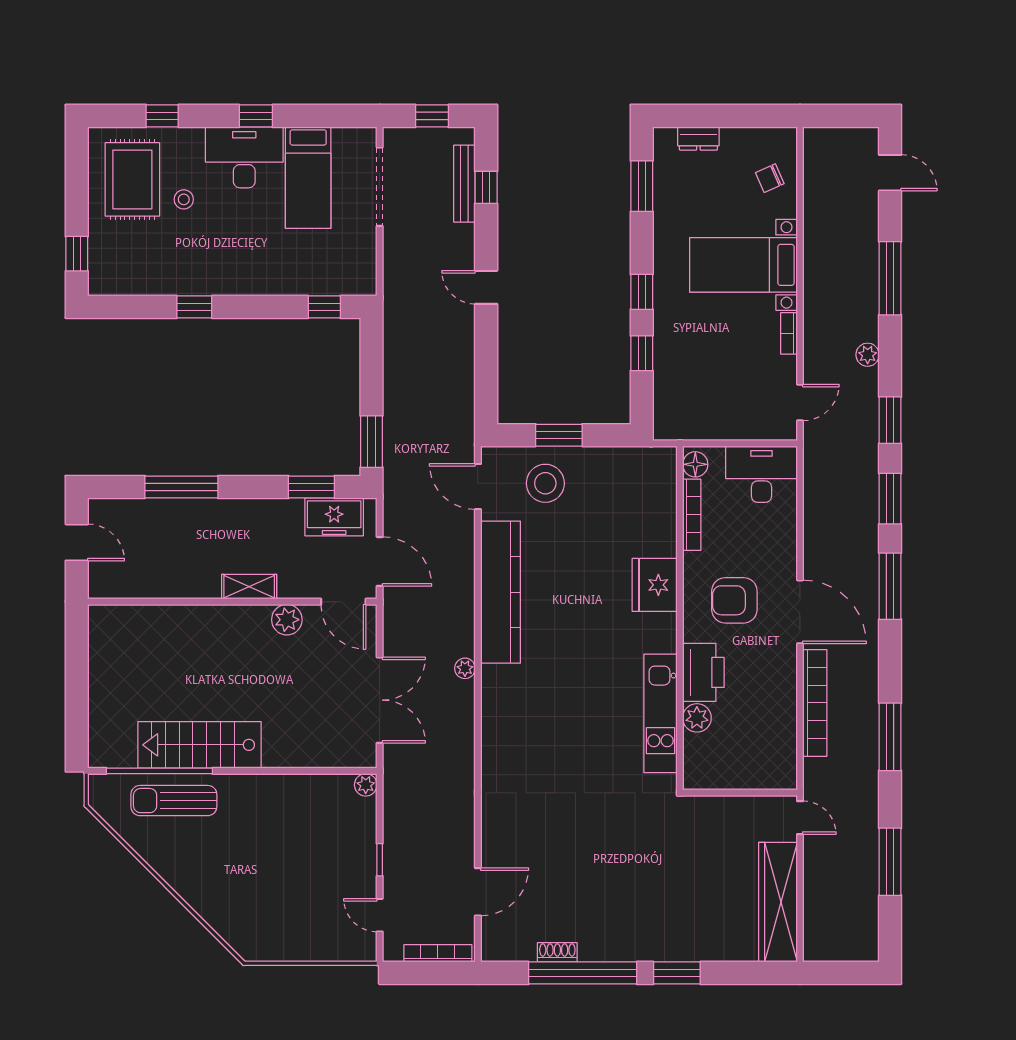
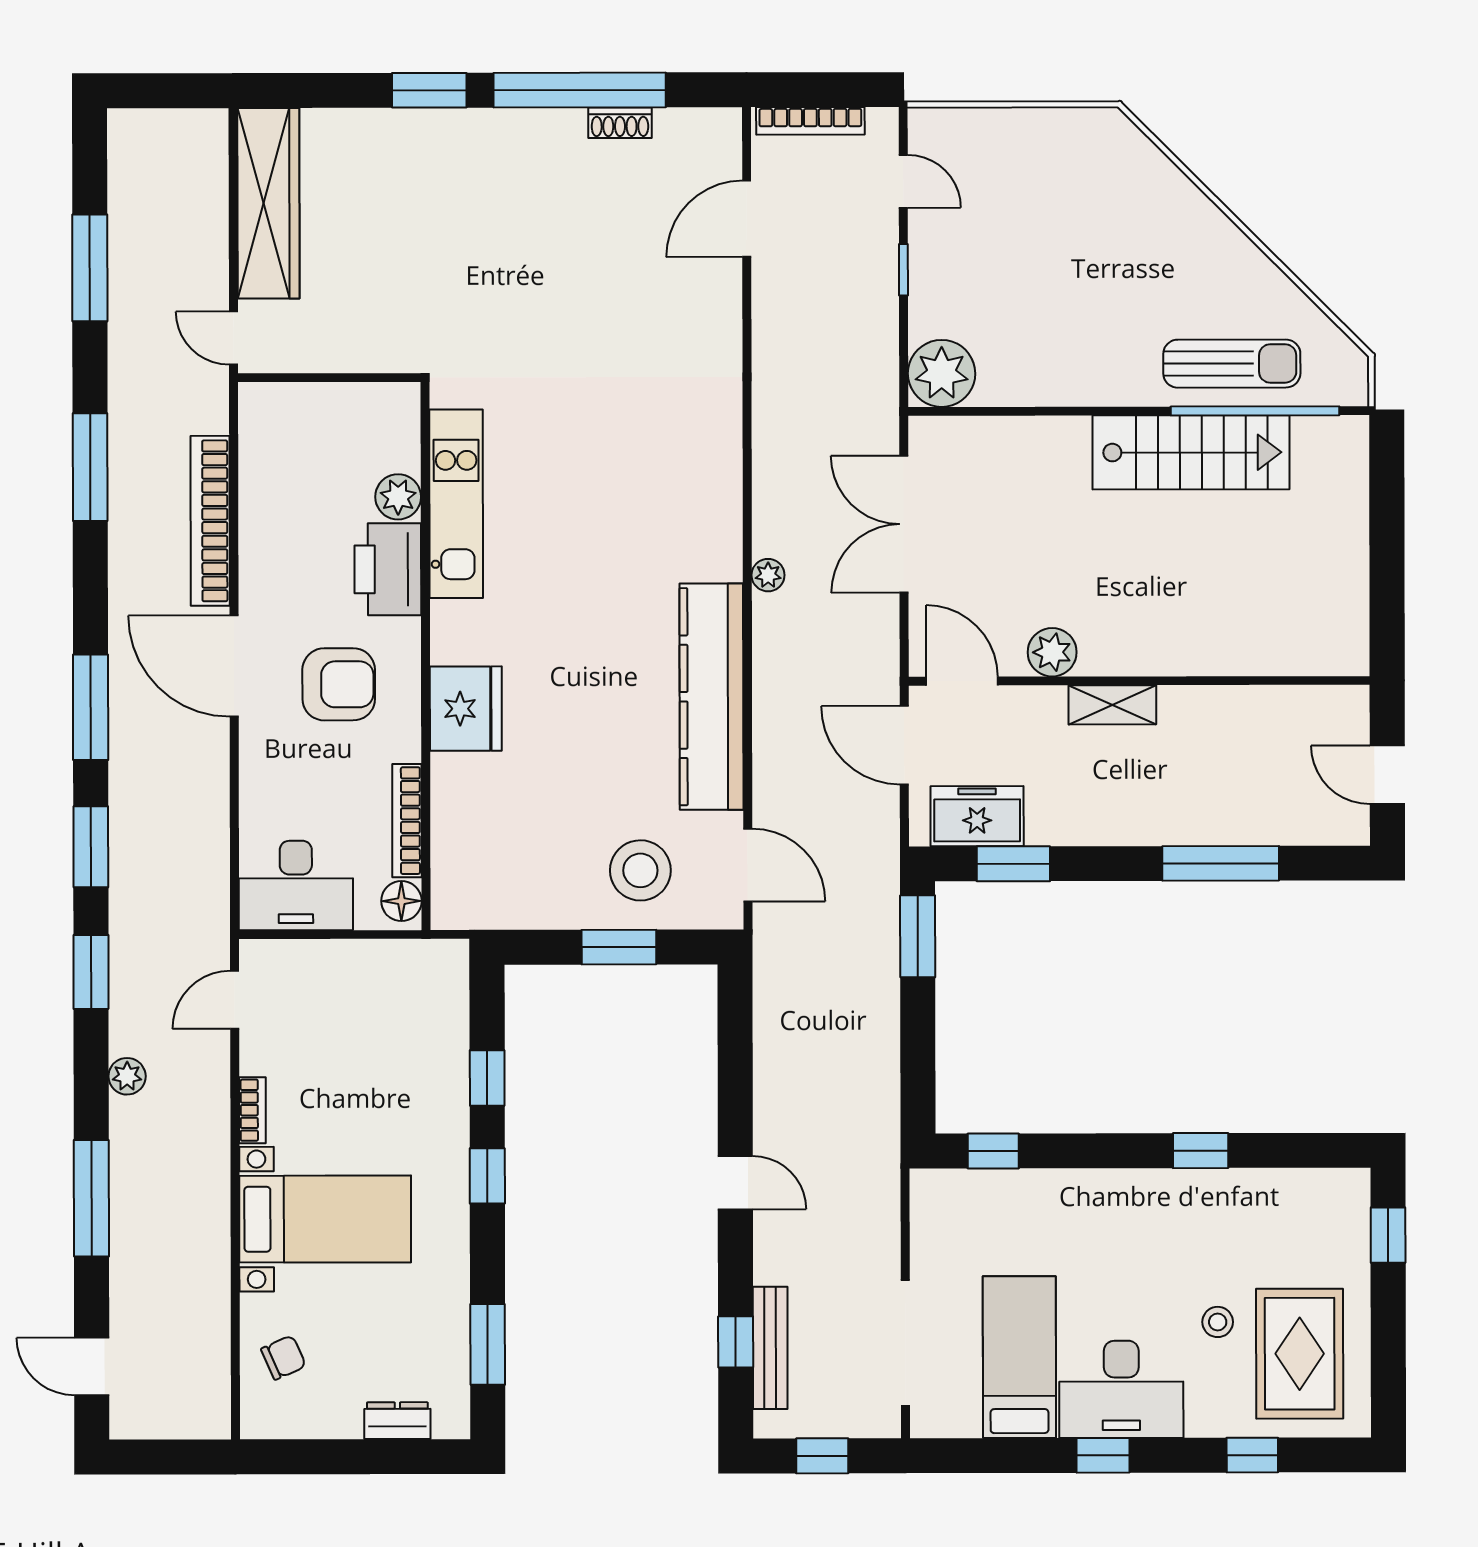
plant: (366, 785) -> (942, 373), width x1.88, depth x1.88

